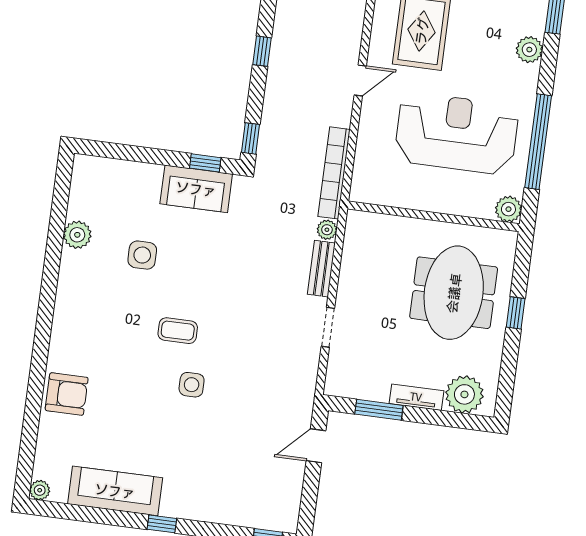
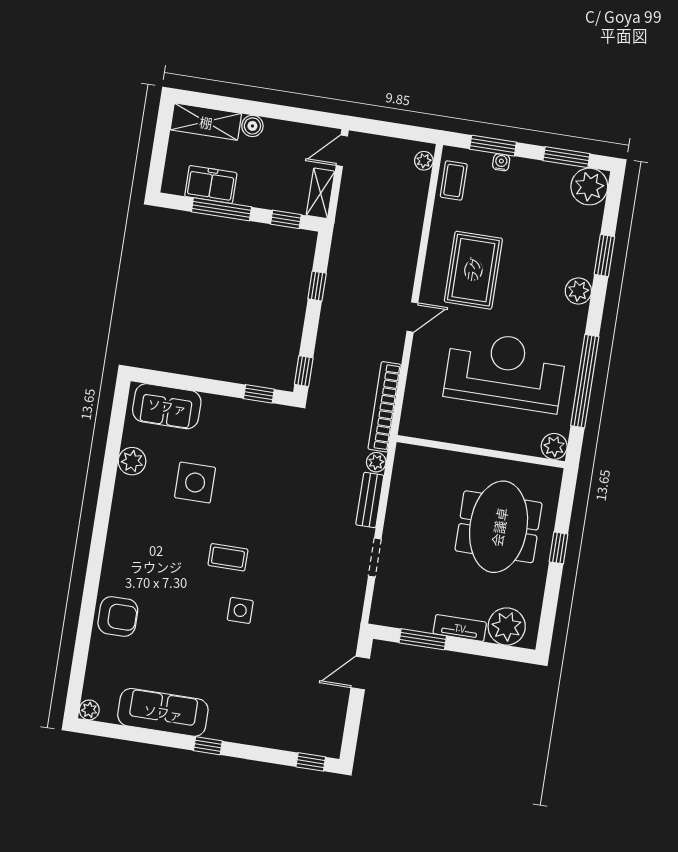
sofa: (196, 189) -> (167, 406), moved
side table: (142, 255) -> (195, 483), width x1.37, depth x1.37

